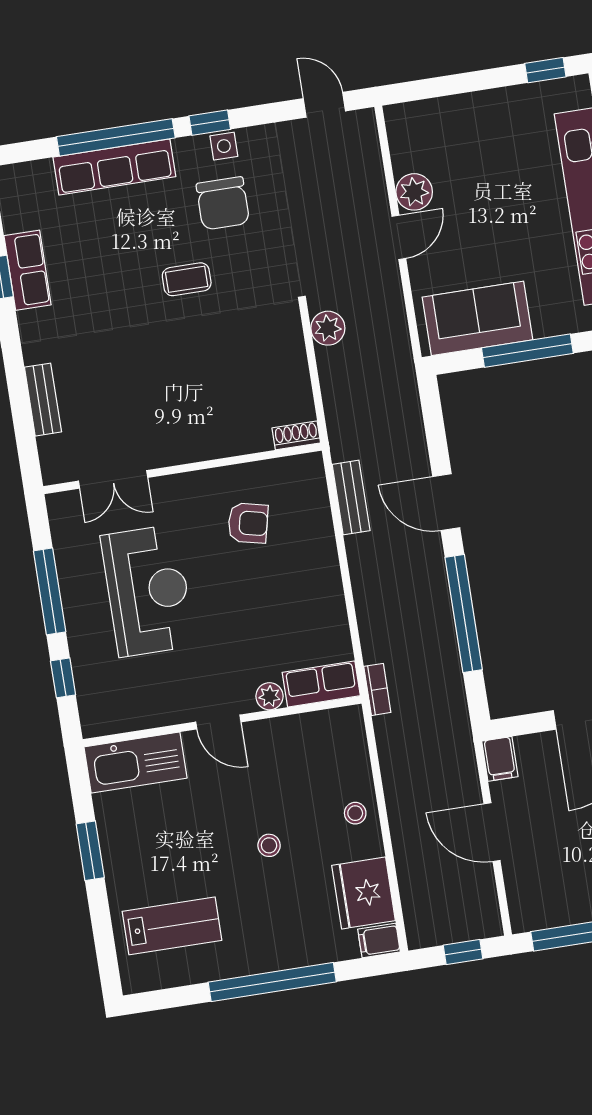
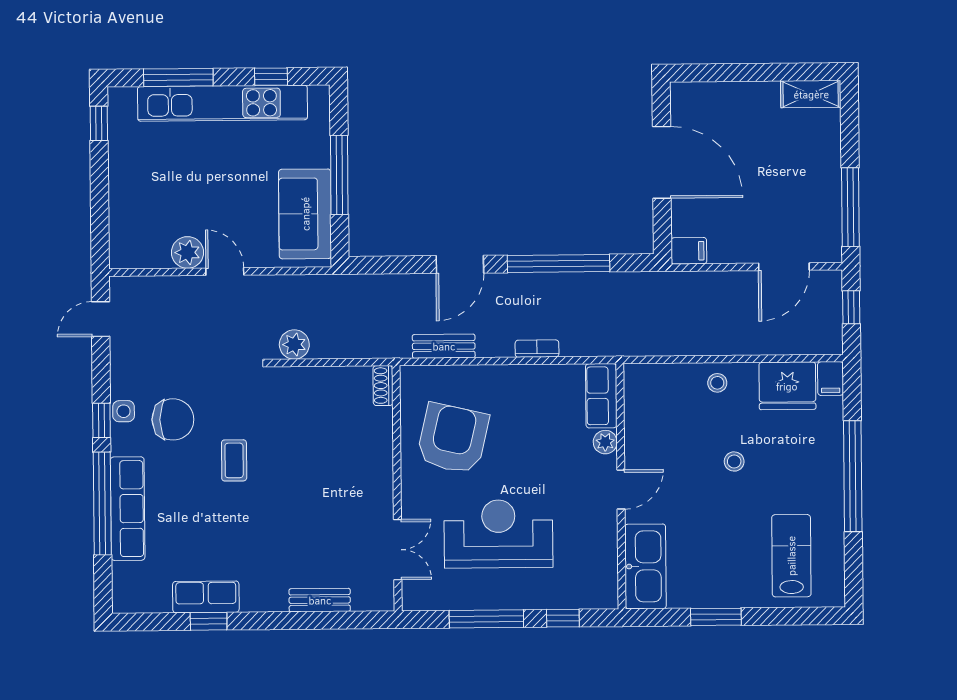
armchair: (248, 523) -> (453, 439), width x1.88, depth x1.88
bookcase: (377, 689) -> (537, 349), moved
door: (492, 832) -> (784, 267), moved

